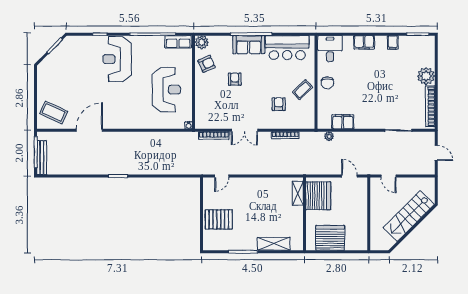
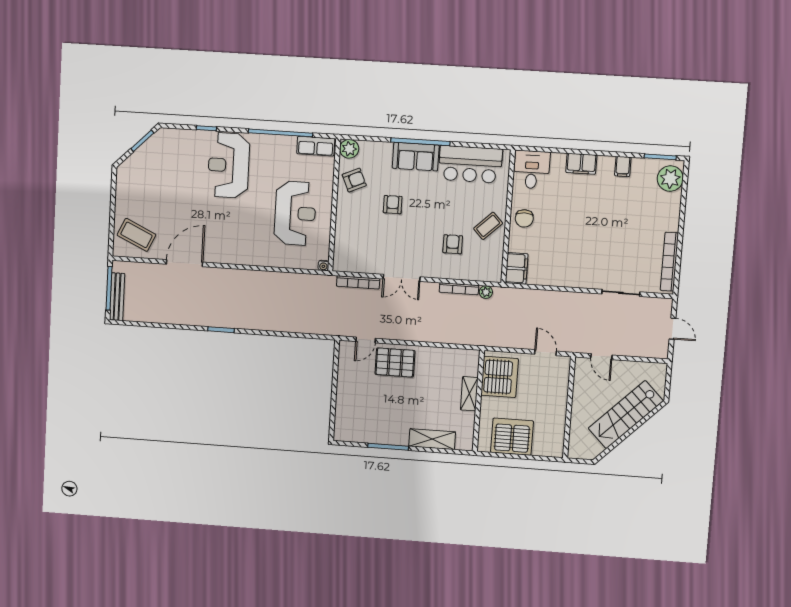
plant: (426, 76) -> (670, 179), moved
filing cabinet: (343, 122) -> (517, 268), moved, turned 90
plant: (329, 136) -> (486, 292), moved
shelving: (298, 193) -> (469, 394), moved
pallet: (219, 219) -> (395, 362), moved

